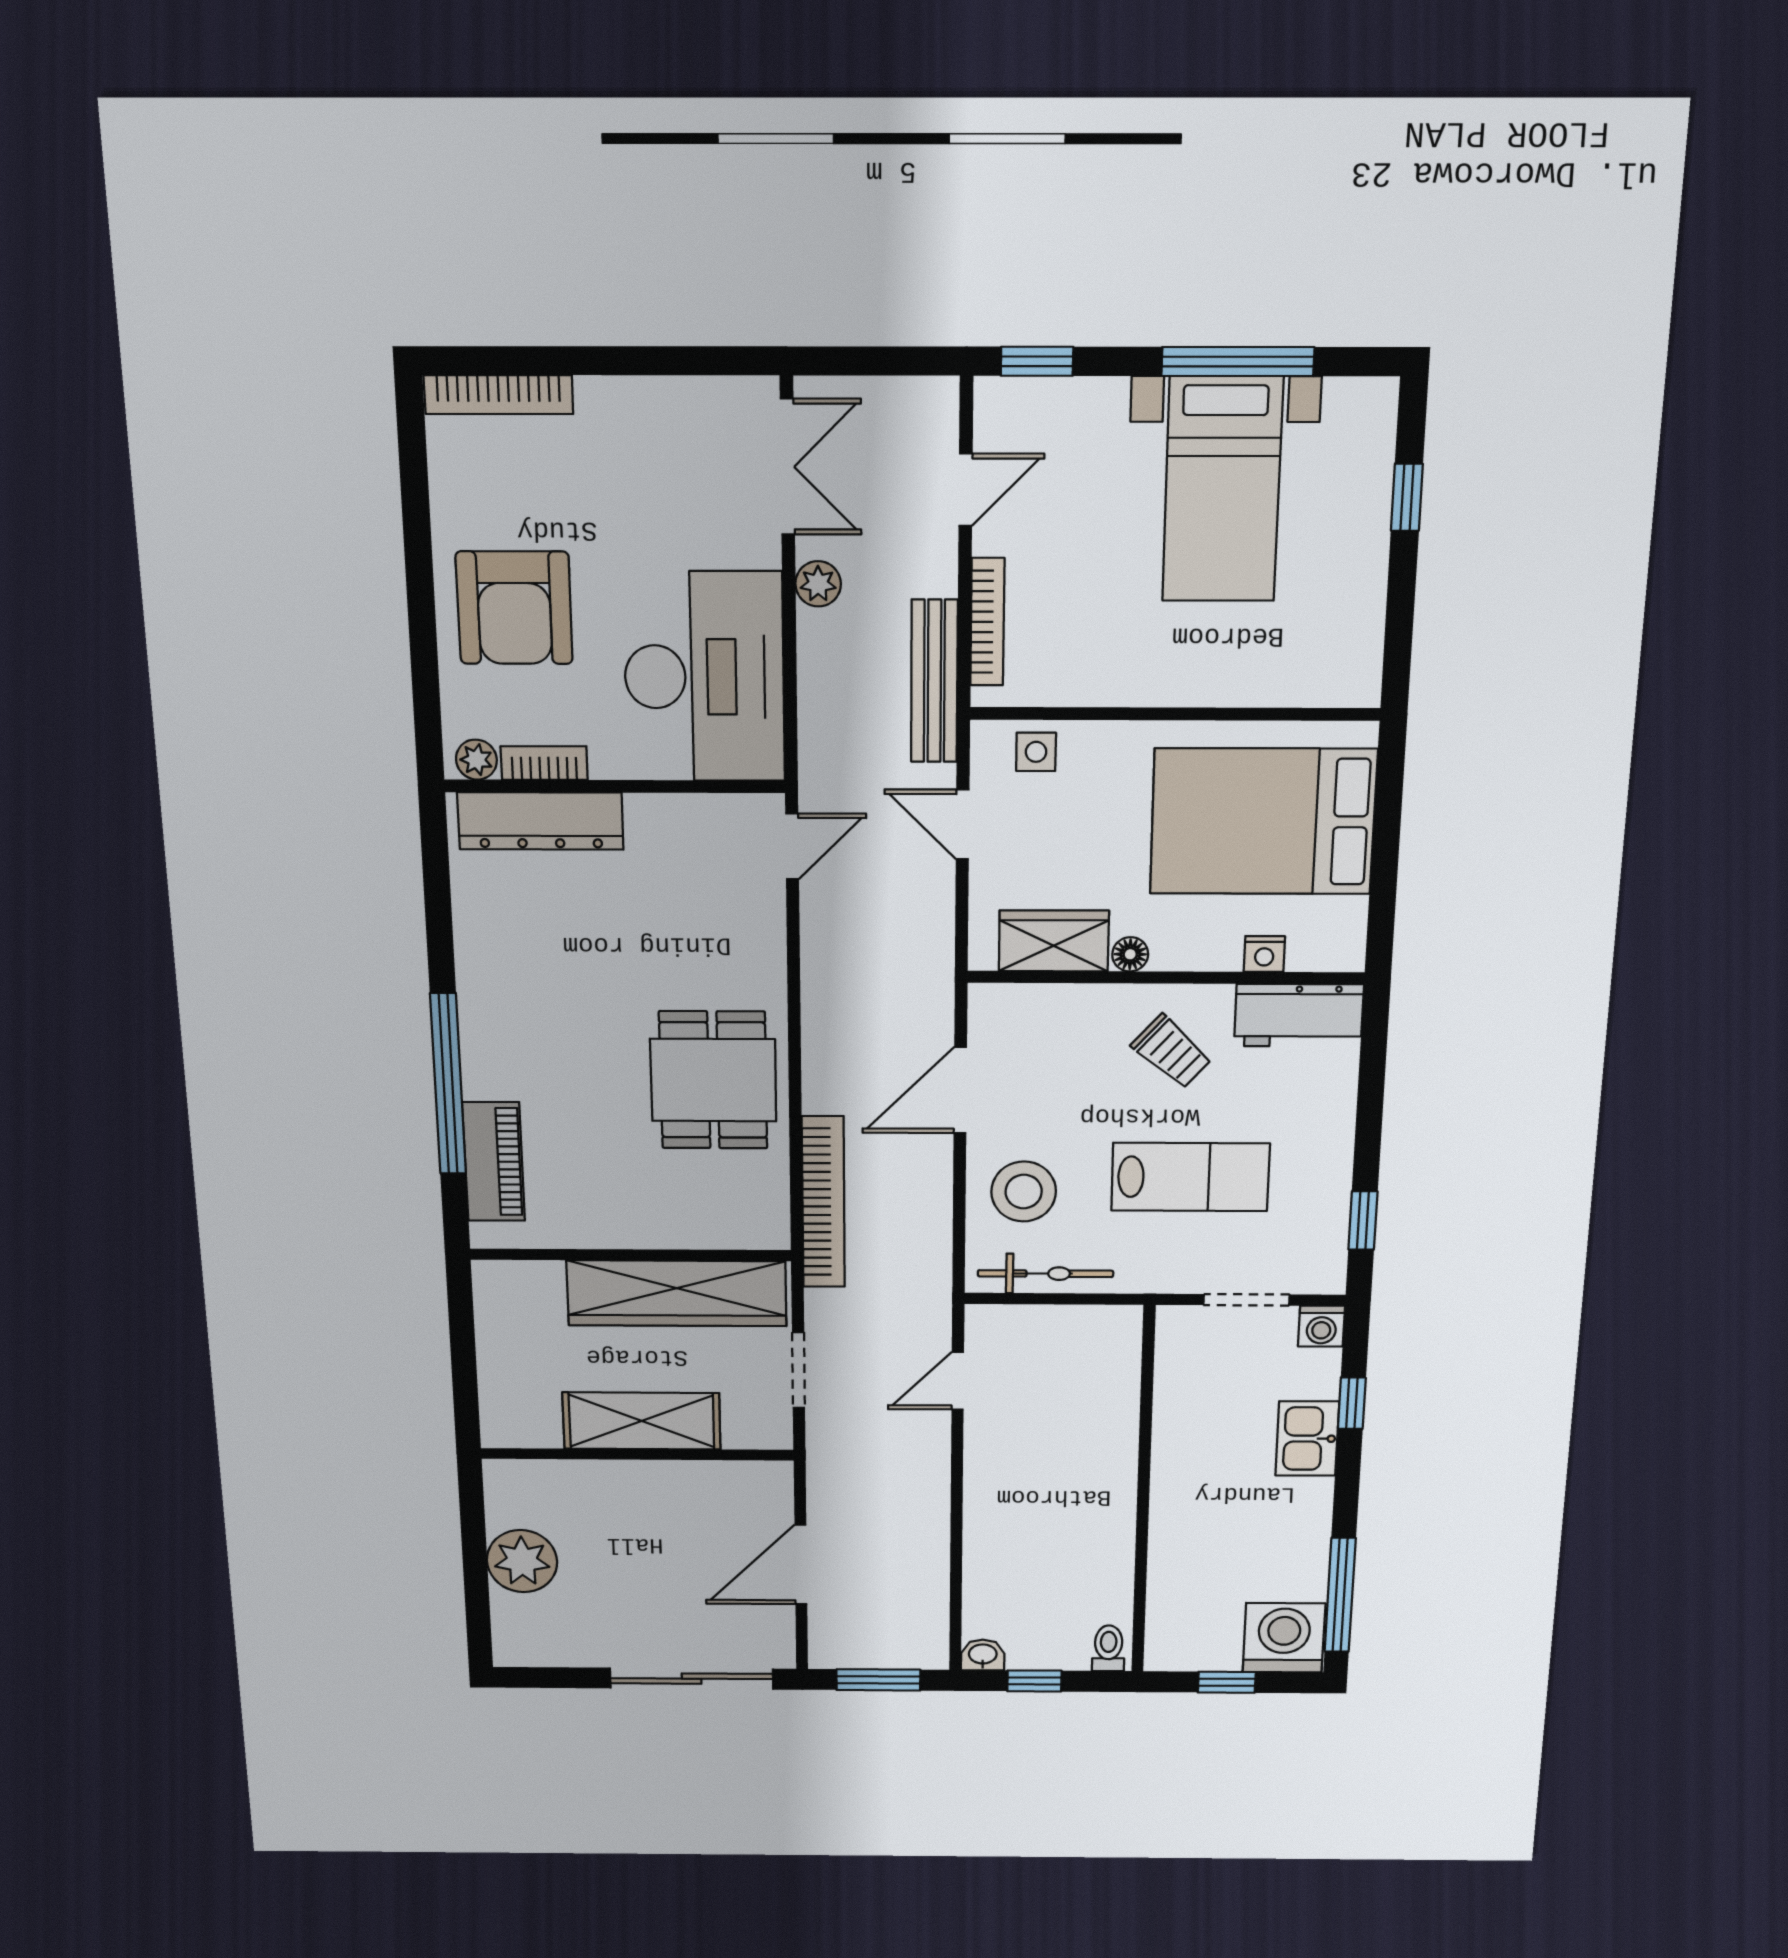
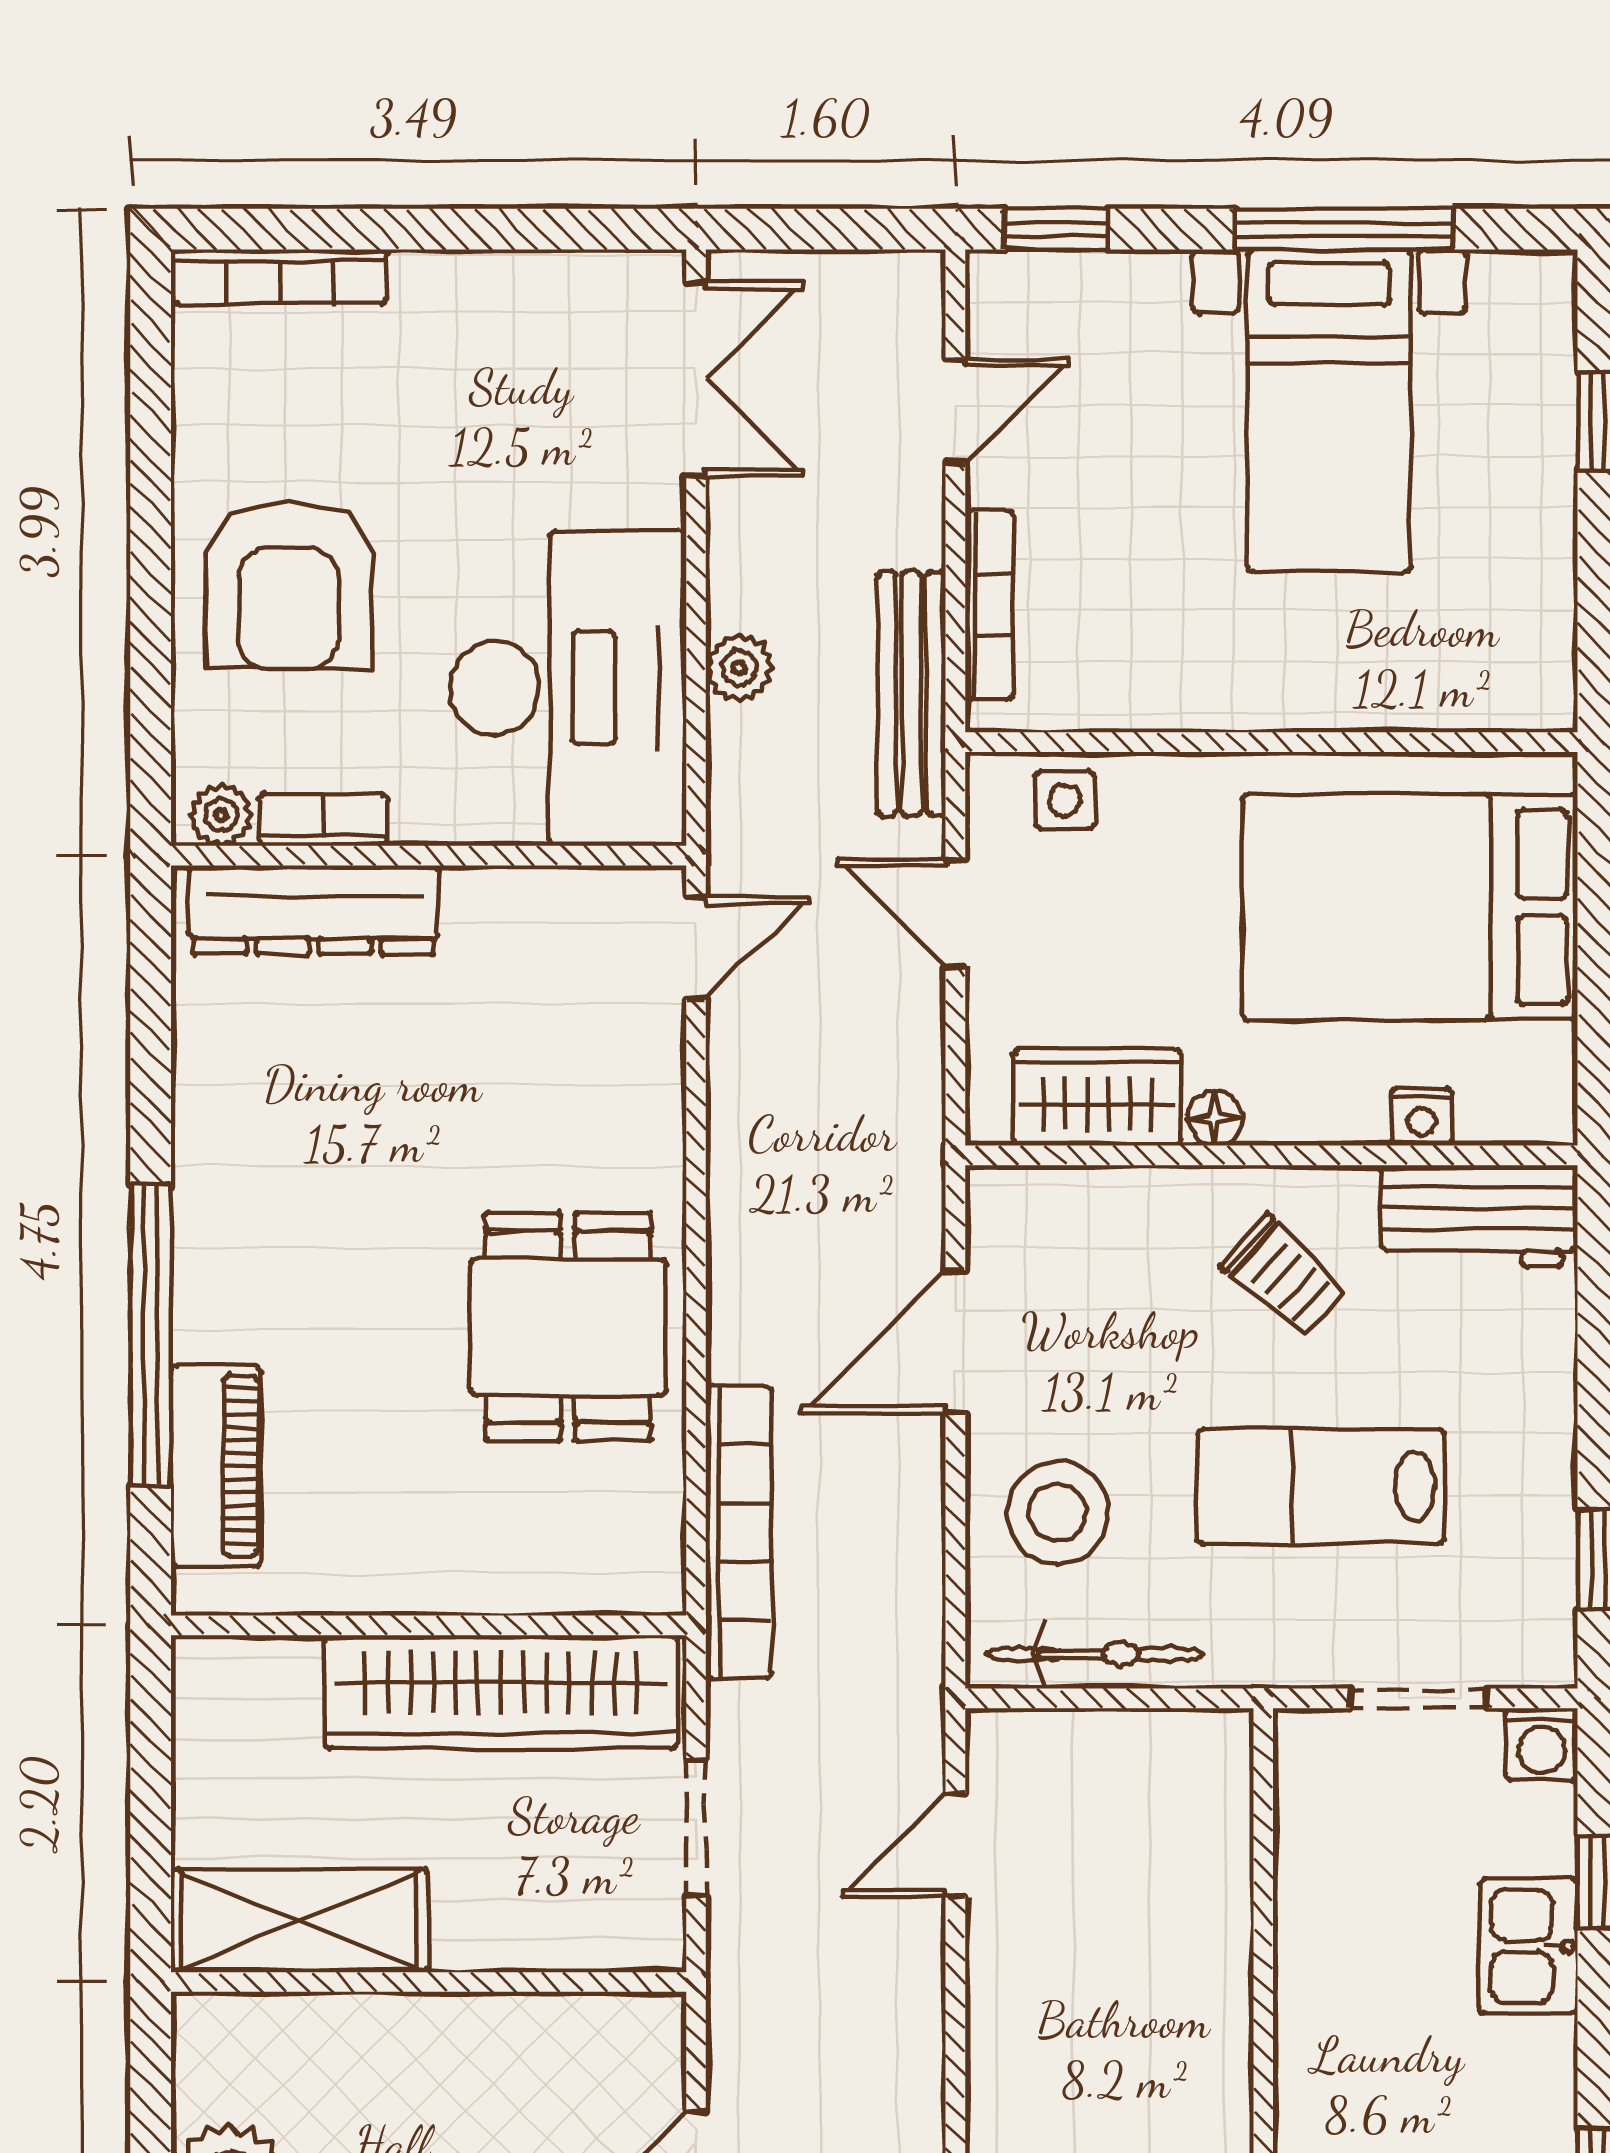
plant: (818, 584) -> (739, 668), moved
lab bench: (1190, 1177) -> (1321, 1486), turned 180
shelving: (642, 1421) -> (299, 1921), moved

